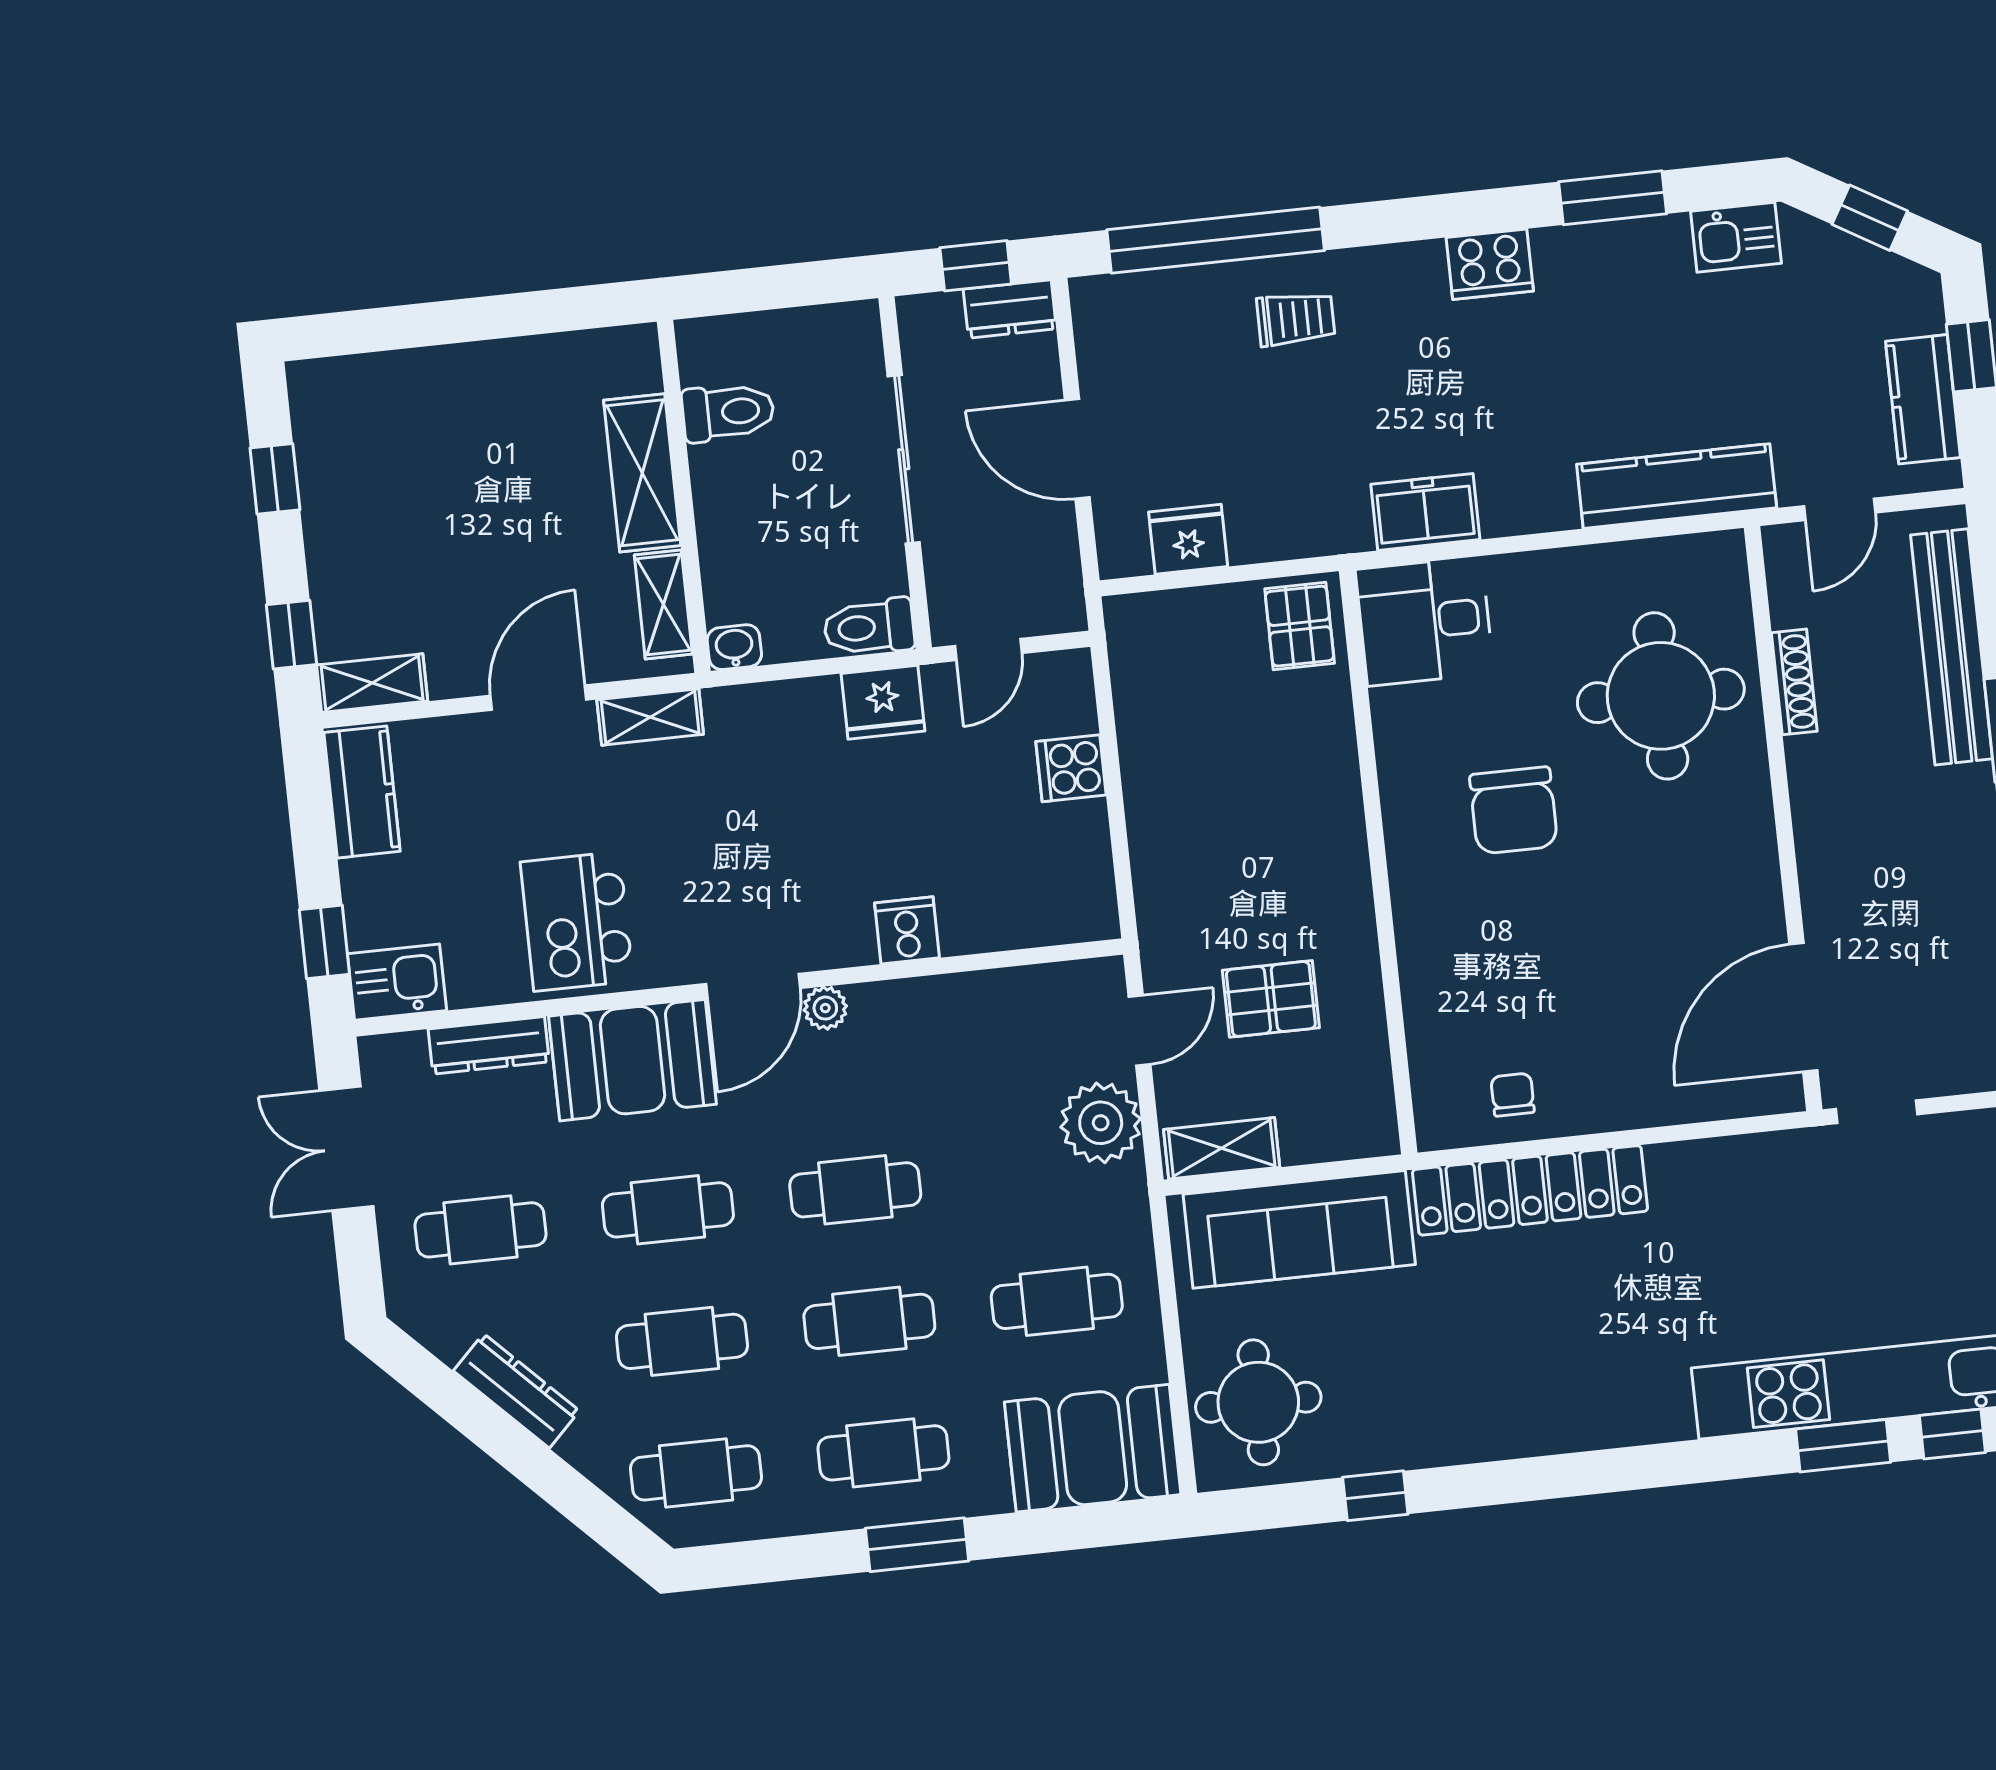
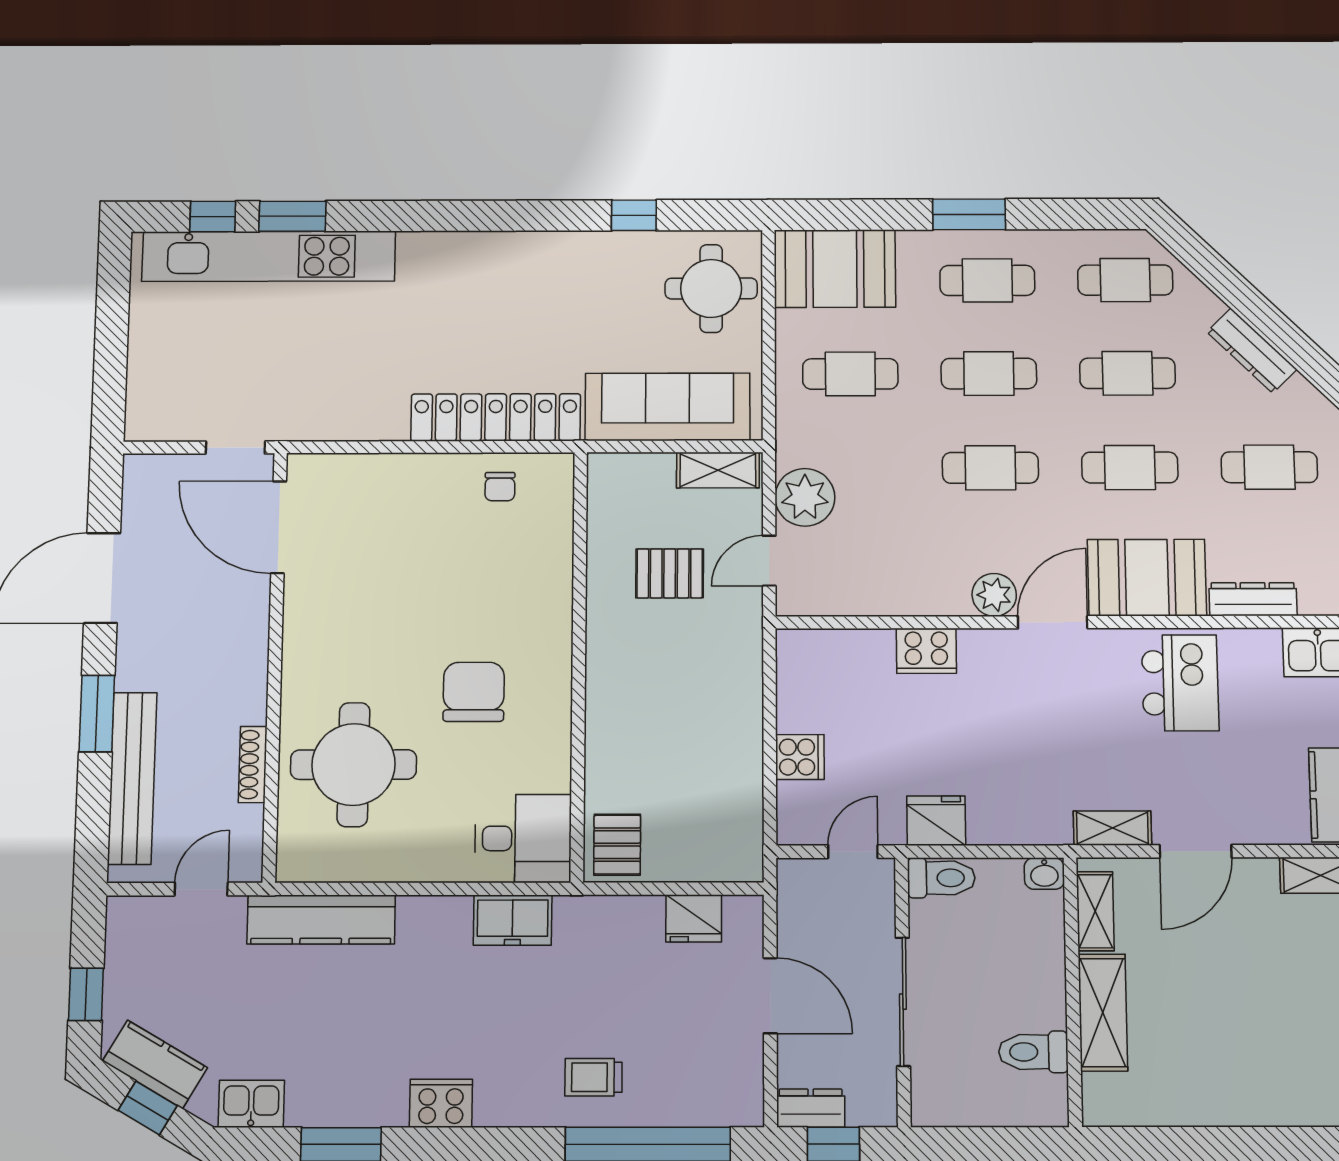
kitchen counter: (1923, 399) -> (155, 1064), moved, turned -60
cooker: (907, 930) -> (926, 651), width x1.36
door: (1803, 1007) -> (279, 527), swing flipped
plant: (825, 1008) -> (994, 595), width x1.38, depth x1.38

